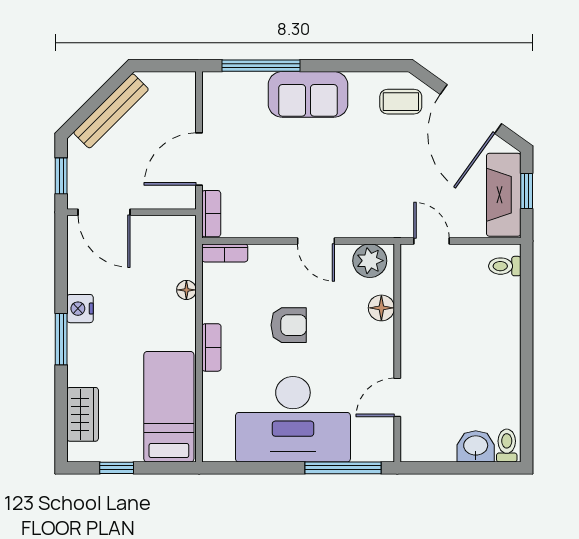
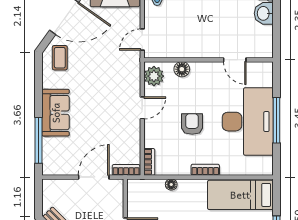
door: (199, 159) -> (94, 177), swing flipped
window: (343, 468) -> (276, 120), moved

